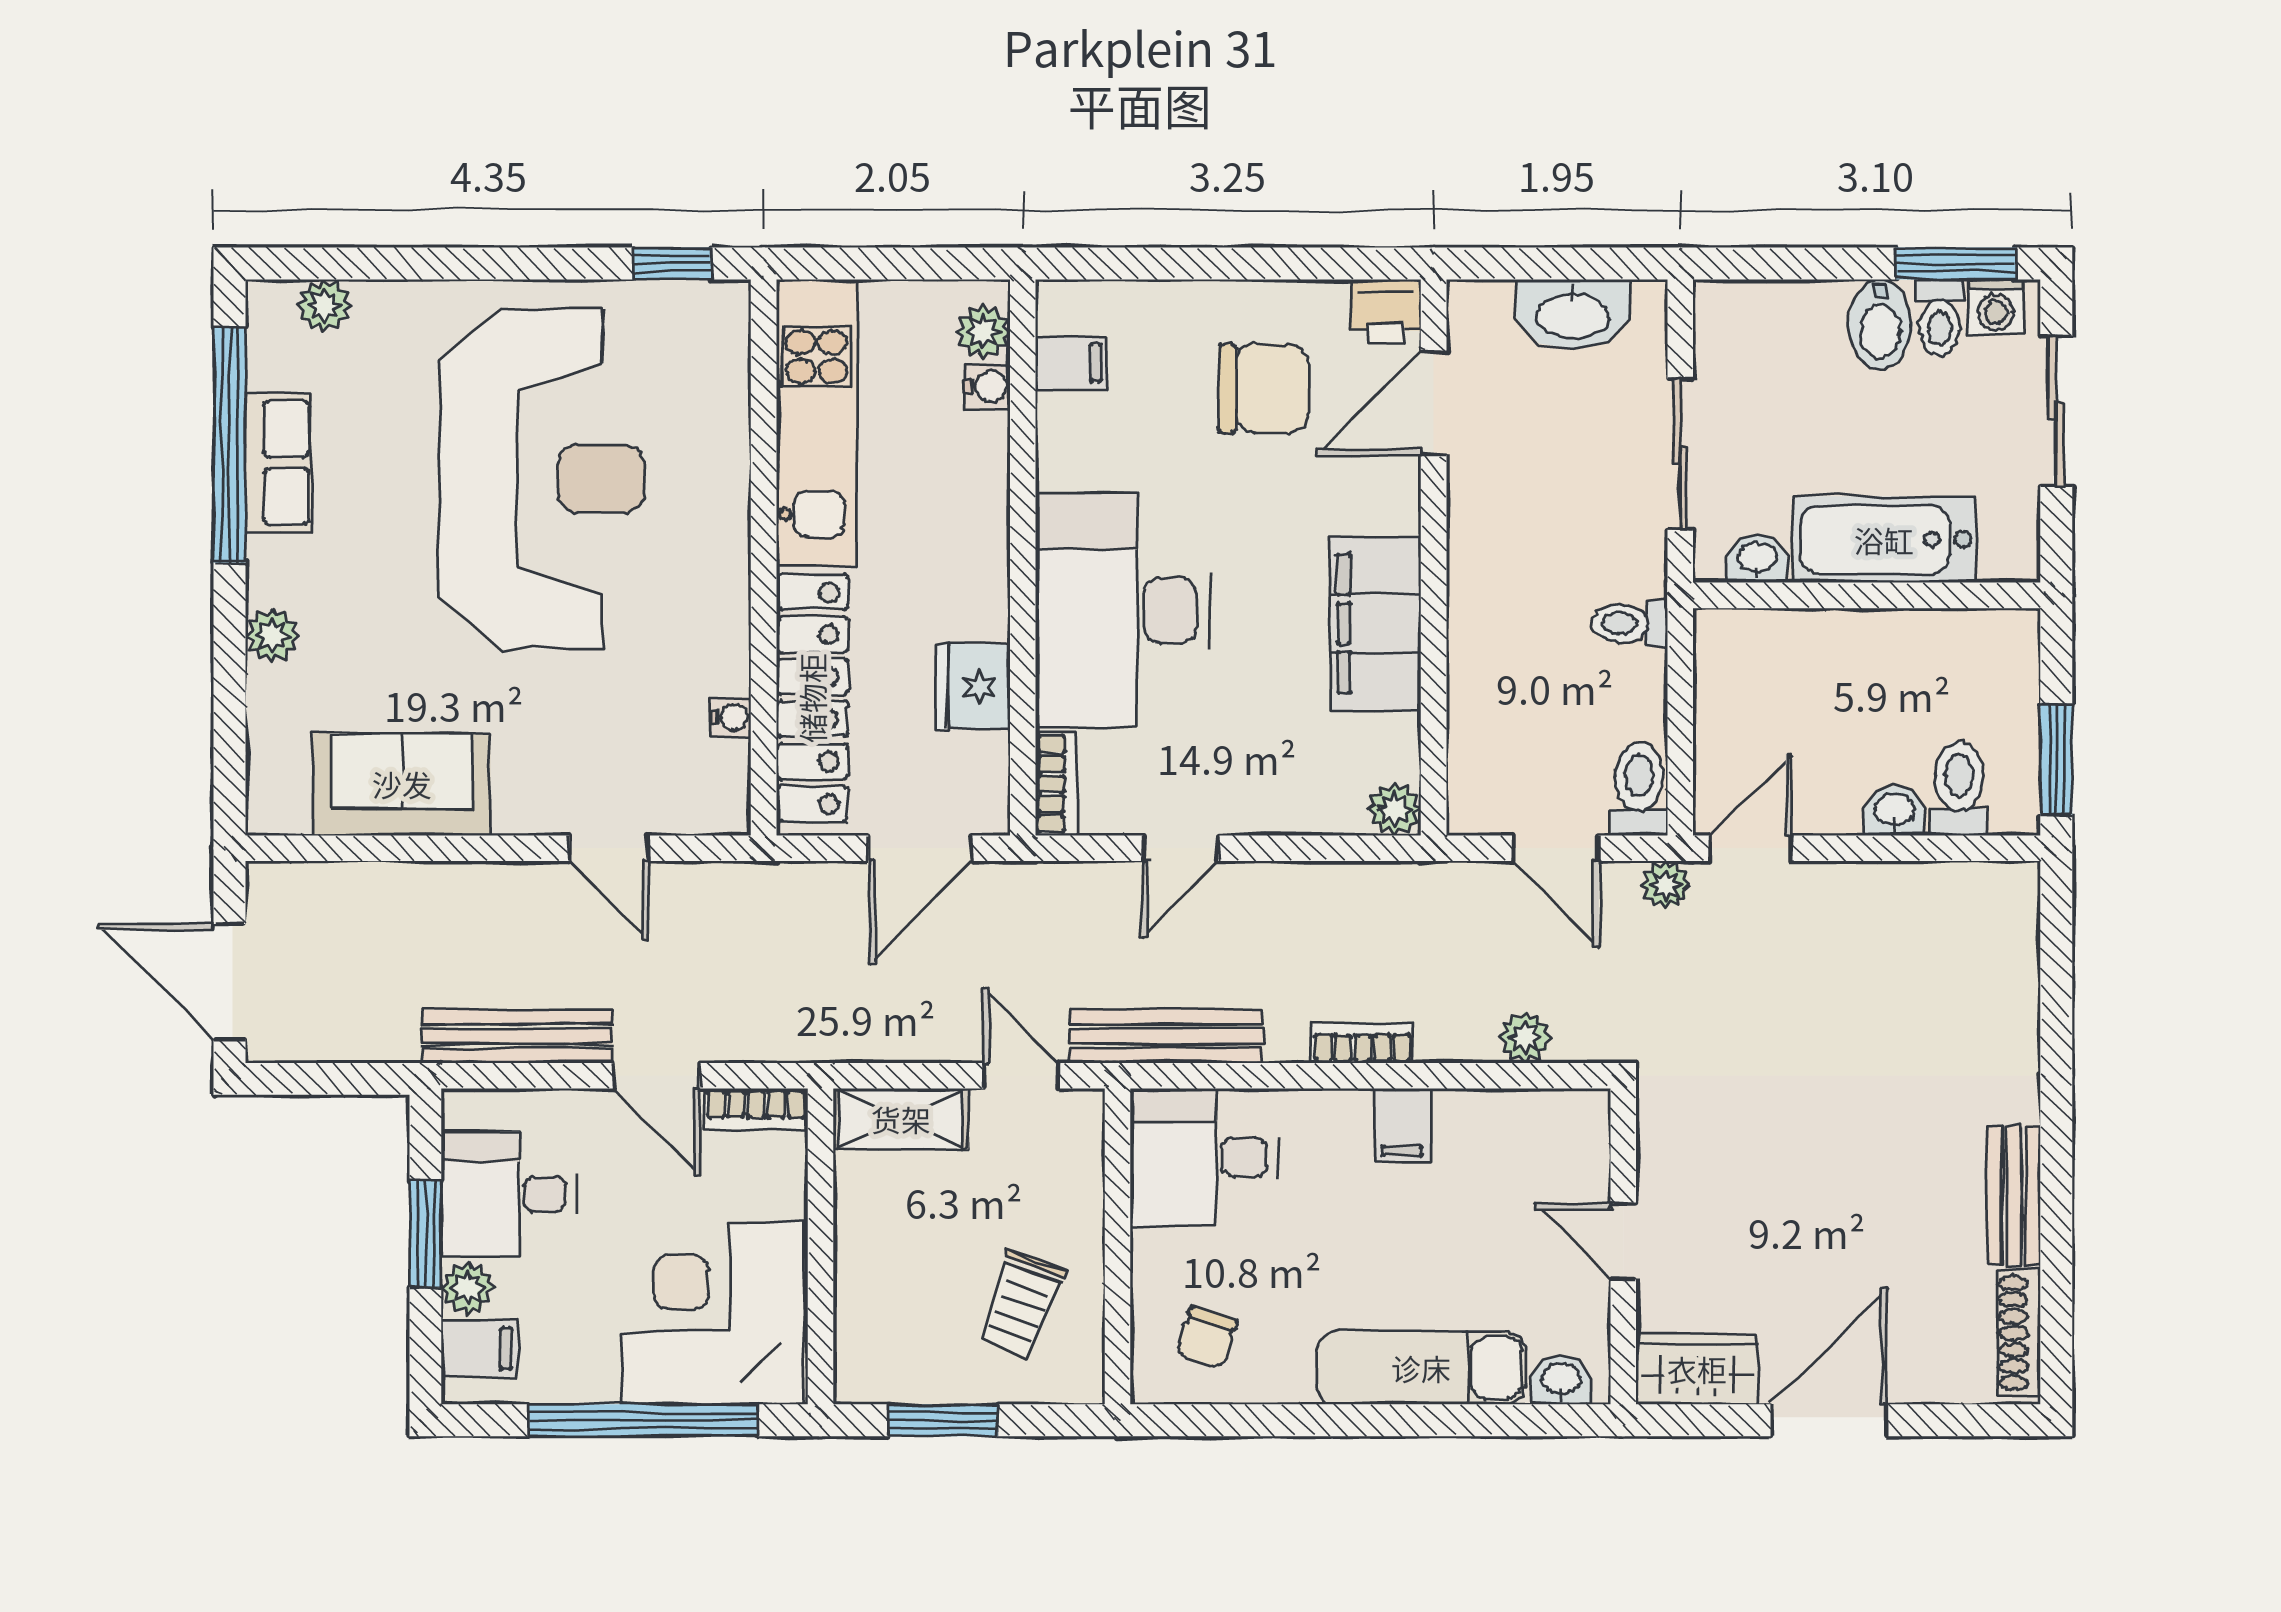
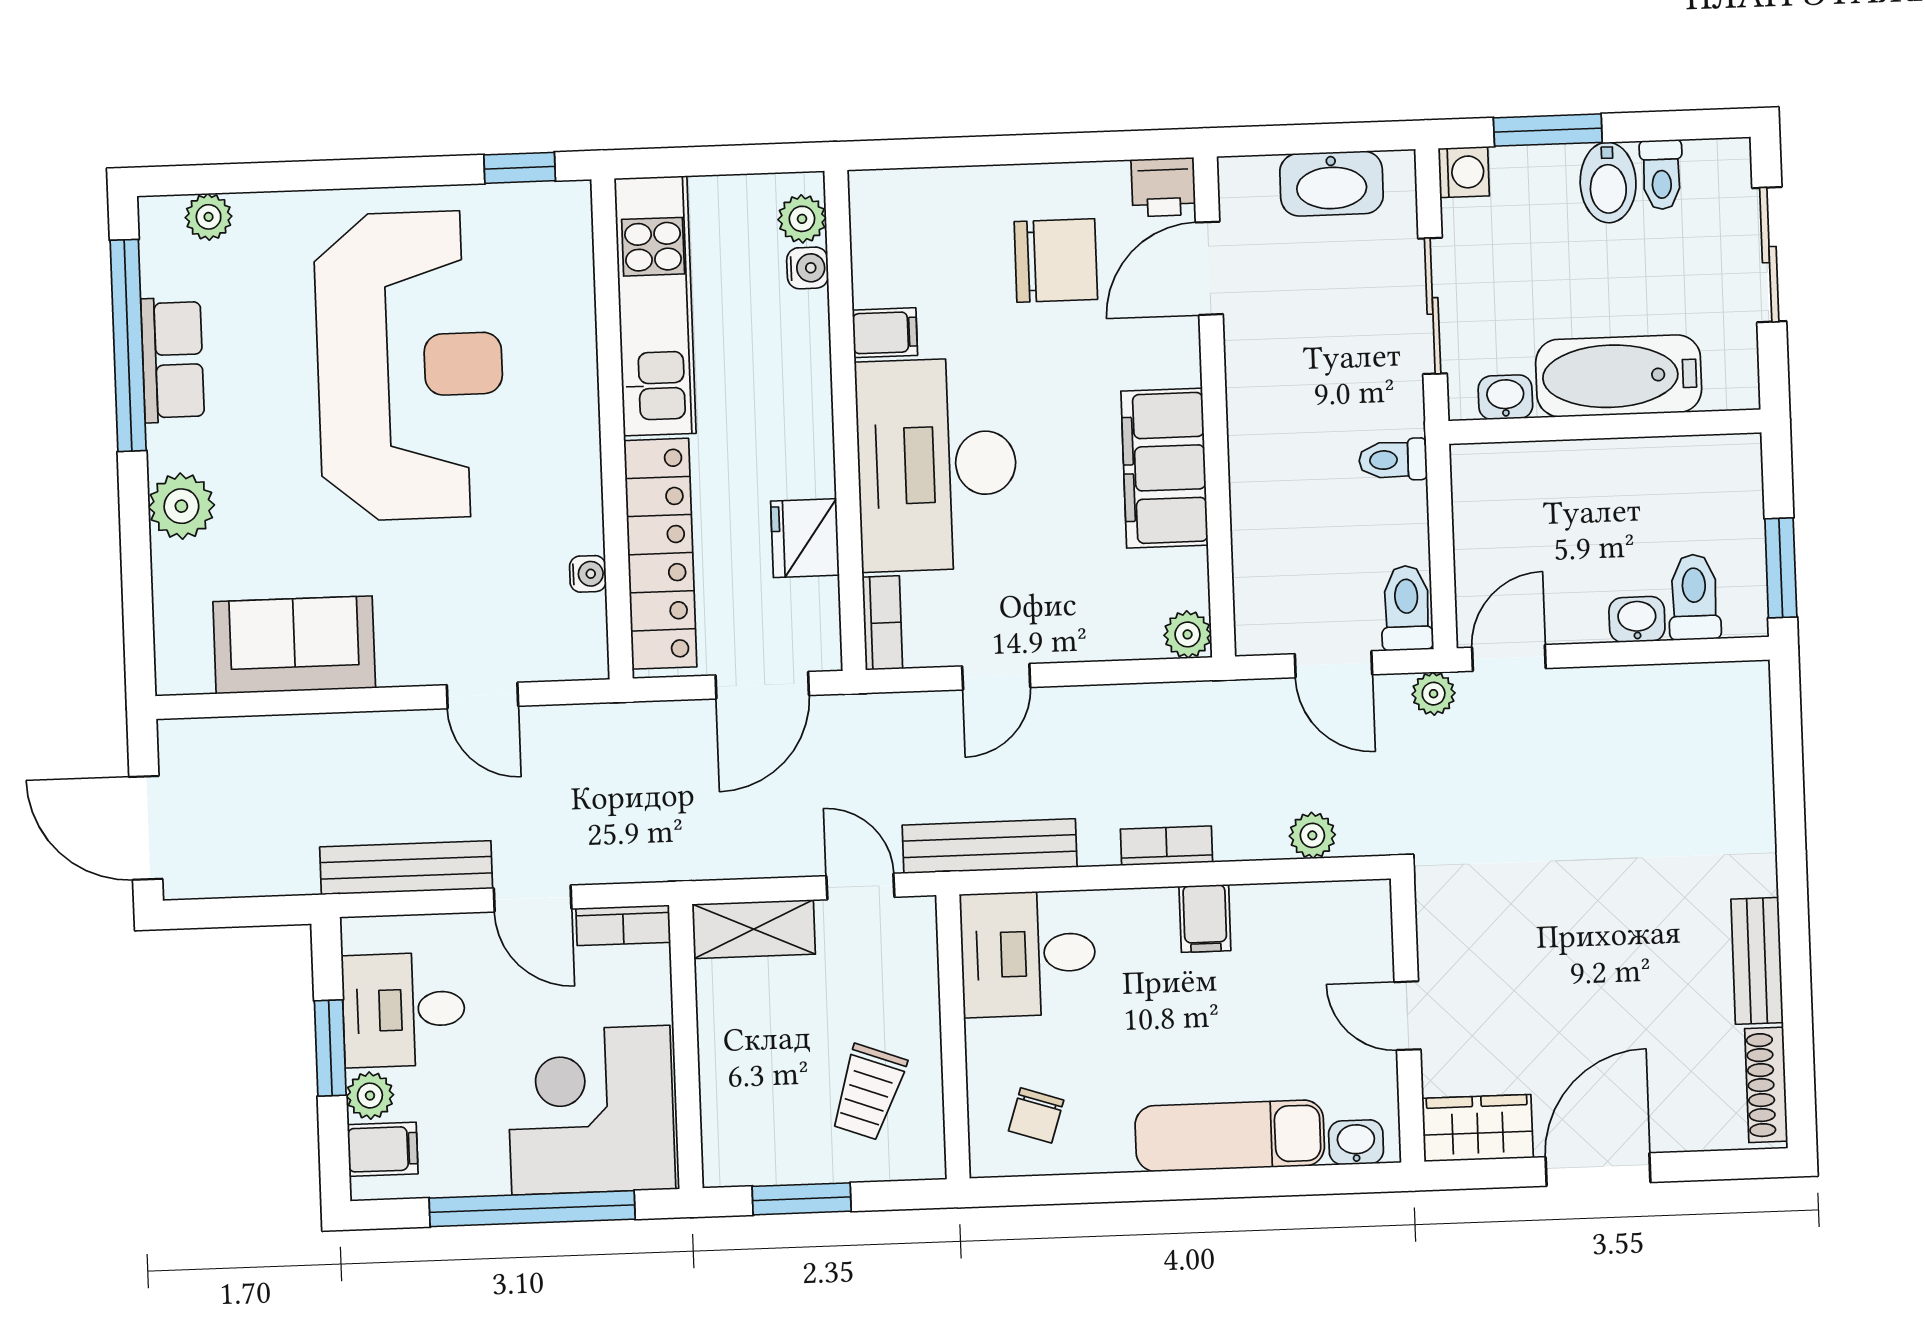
window: (1956, 264) -> (1548, 130), moved
washing machine: (1996, 307) -> (1464, 172), moved, turned -90
filing cabinet: (1071, 363) -> (885, 333), moved
plant: (272, 636) -> (181, 506), width x1.38, depth x1.38

